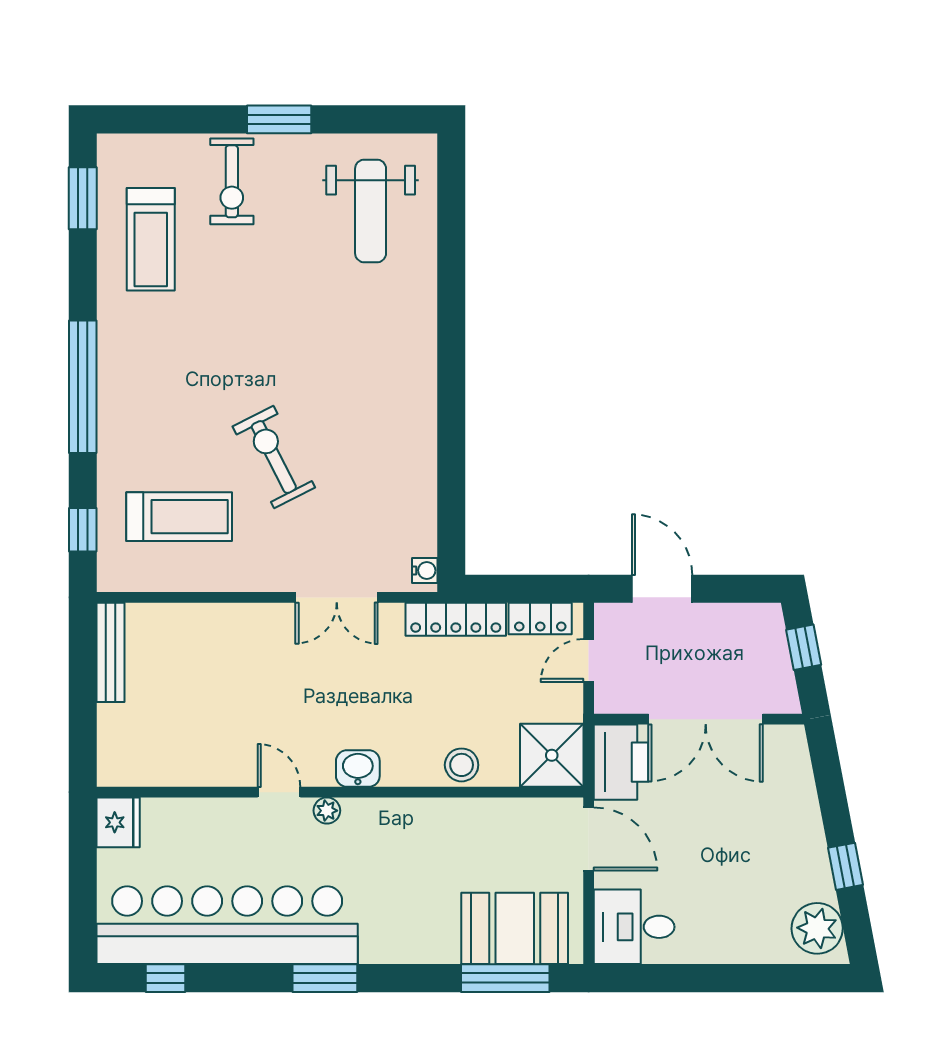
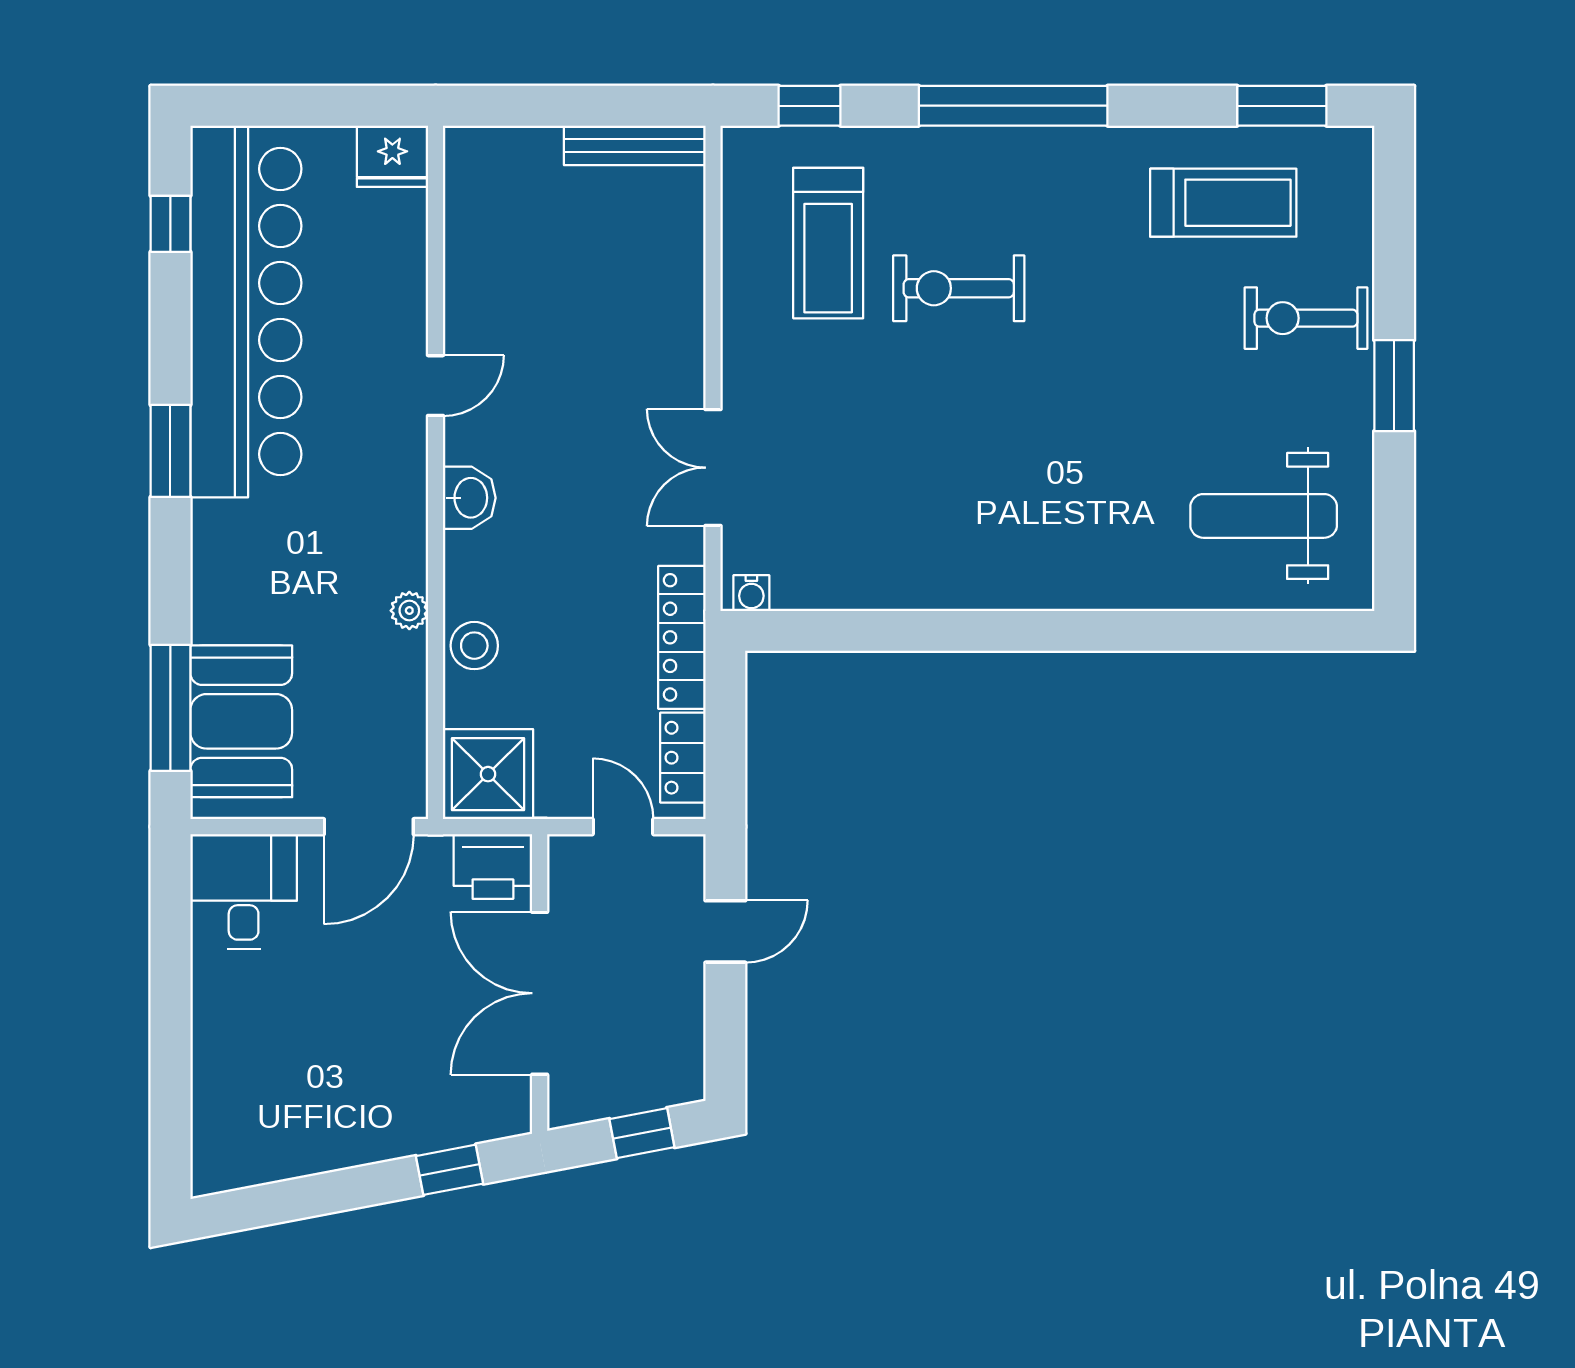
treadmill: (151, 239) -> (1223, 203), turned 180
exercise bike: (274, 457) -> (959, 288), moved, turned -153
door: (662, 589) -> (725, 931), width x0.73
printer: (621, 762) -> (493, 866), width x0.73, depth x0.84
plant: (327, 811) -> (409, 611), moved
window: (845, 866) -> (449, 1170), moved
plant: (817, 928) -> (241, 1152), removed

